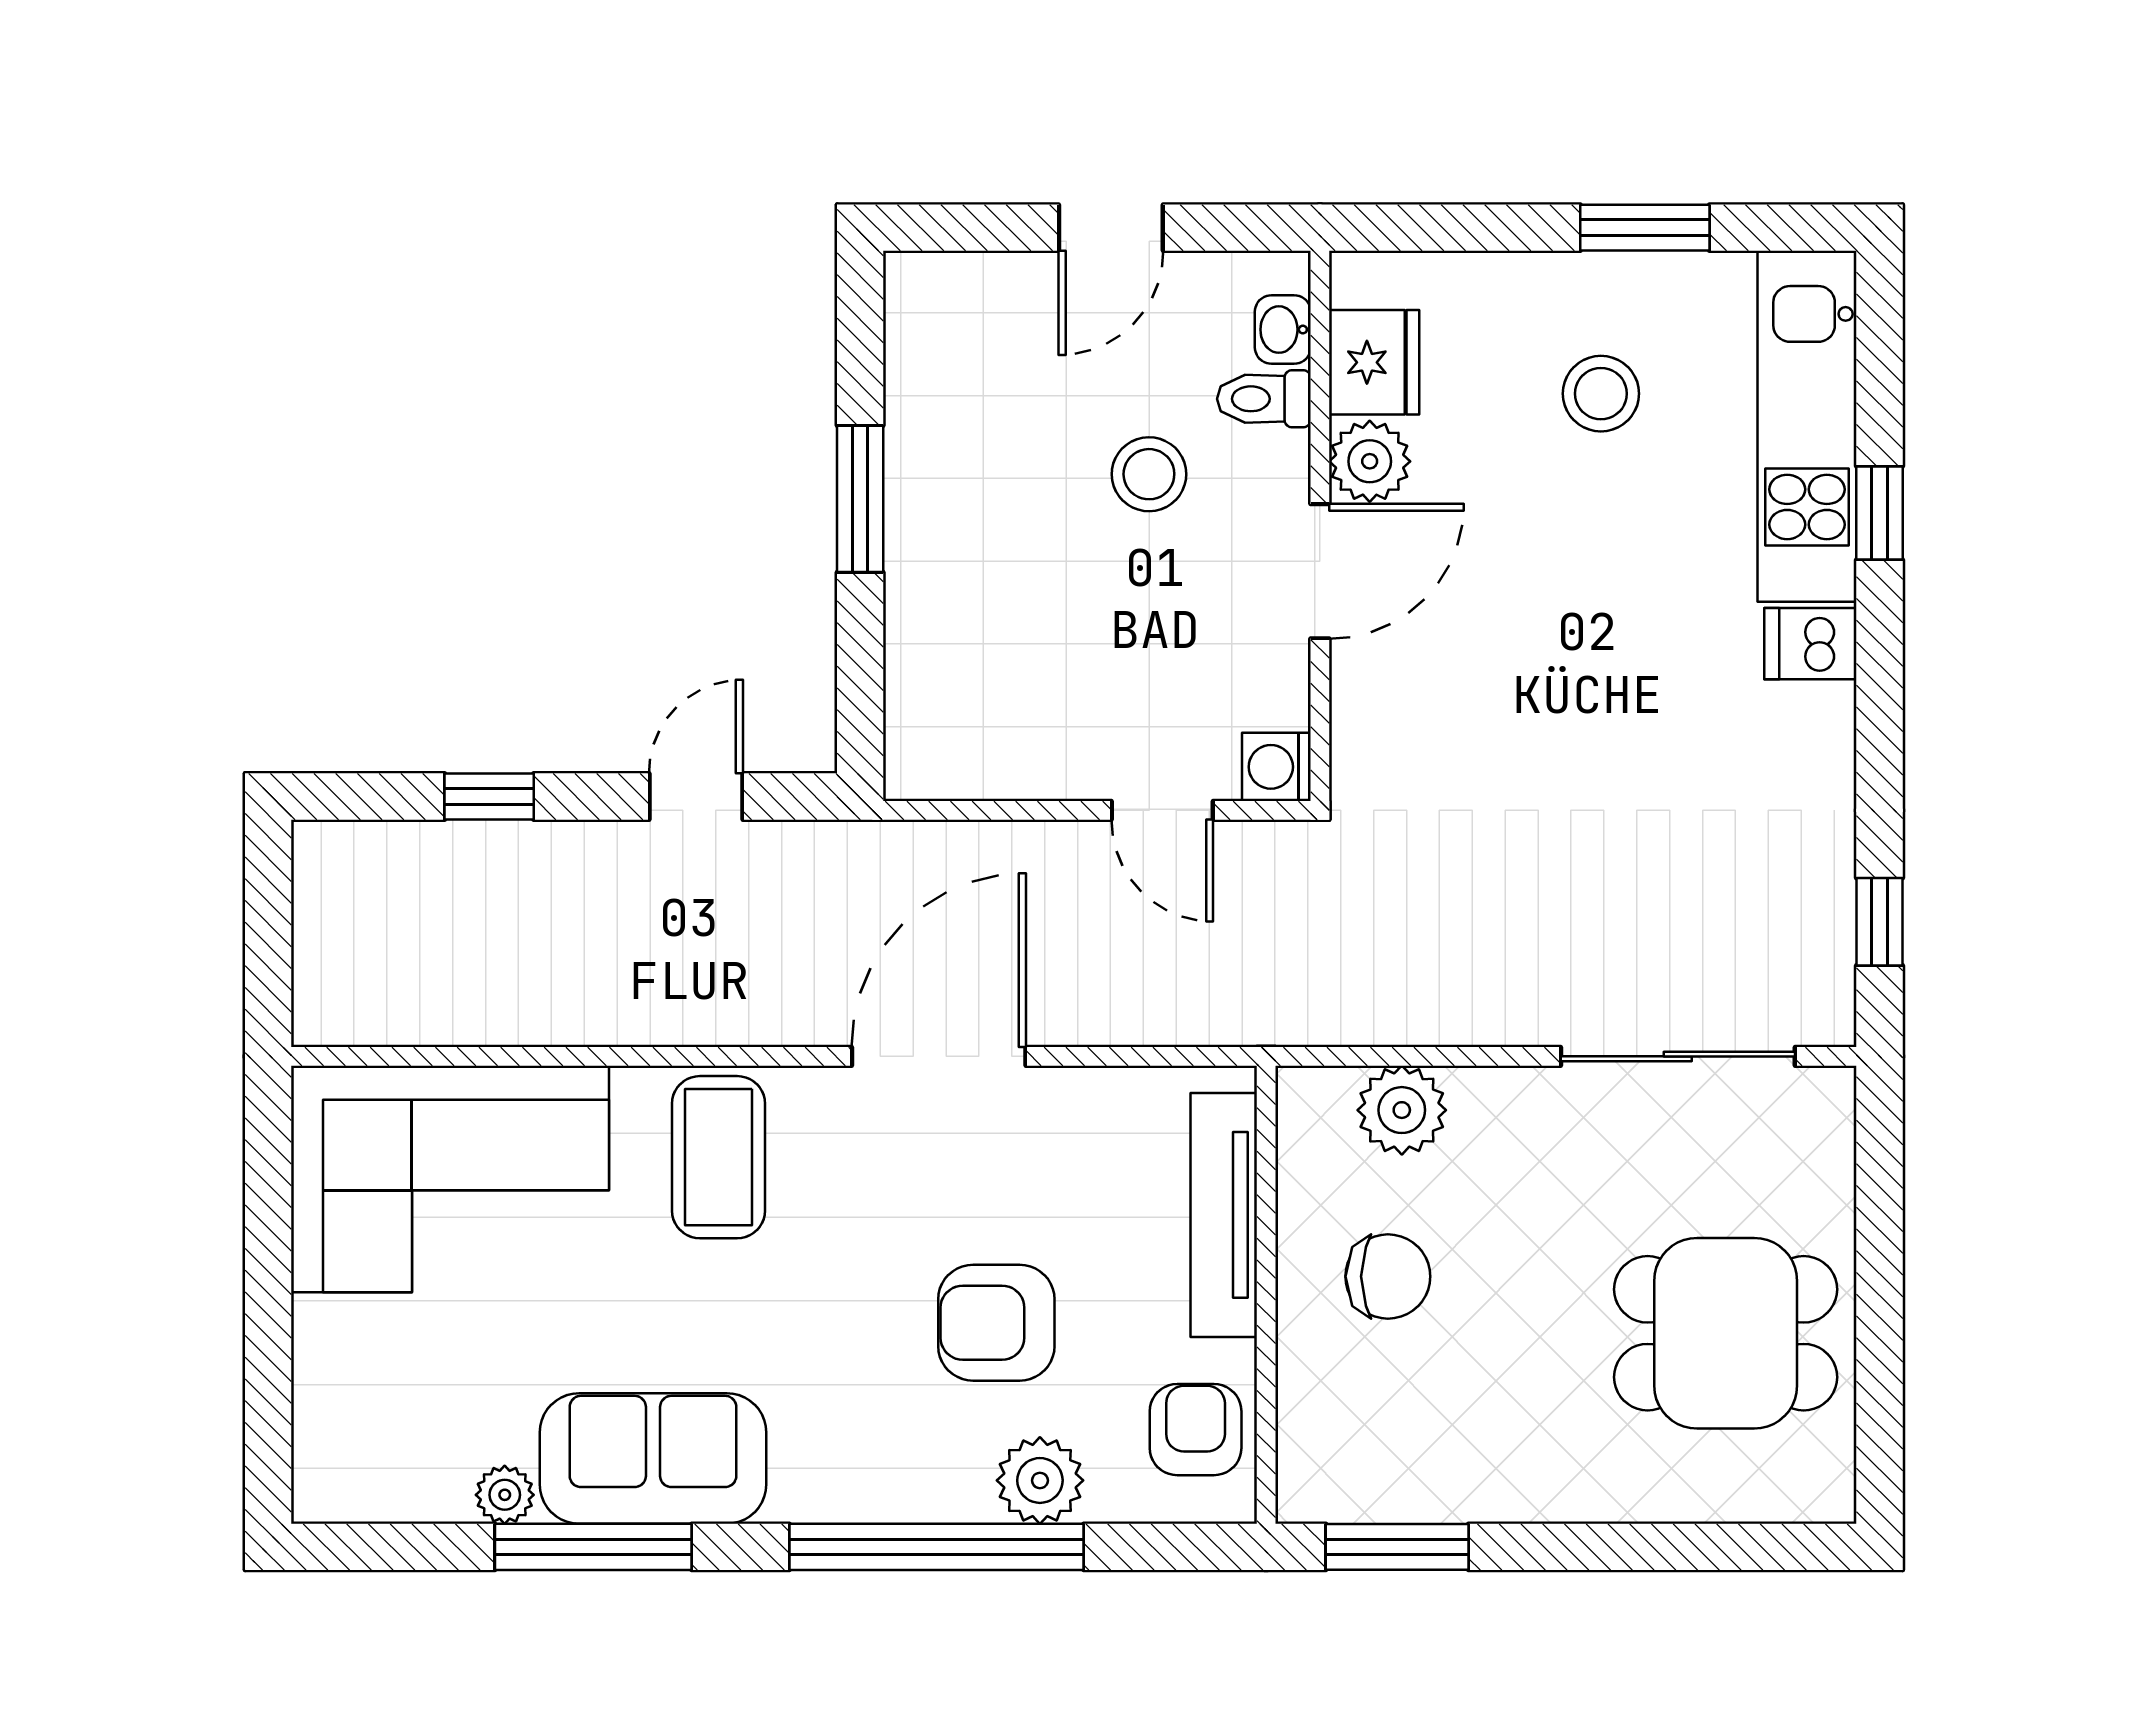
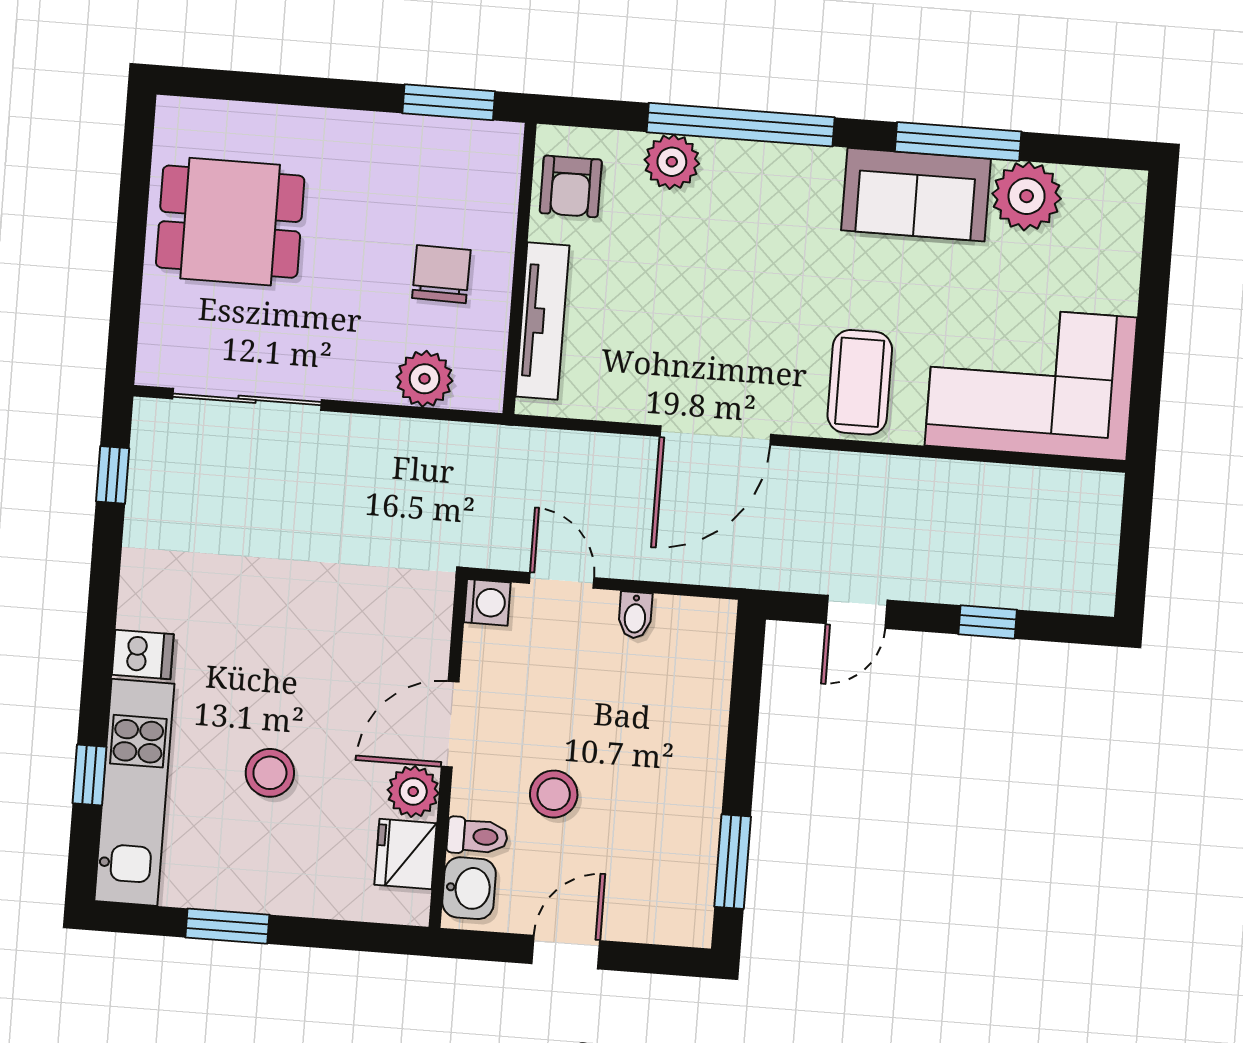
washbasin: (1283, 330) -> (469, 888), width x1.38, depth x1.45
stool: (1601, 394) -> (270, 773), moved
window: (860, 499) -> (733, 862), moved
window: (1880, 513) -> (89, 775), moved
bidet: (1043, 765) -> (635, 615), added
chair: (1388, 1276) -> (441, 274), turned 91
armchair: (996, 1323) -> (692, 264), removed
plant: (505, 1495) -> (1027, 196), width x1.88, depth x1.88

